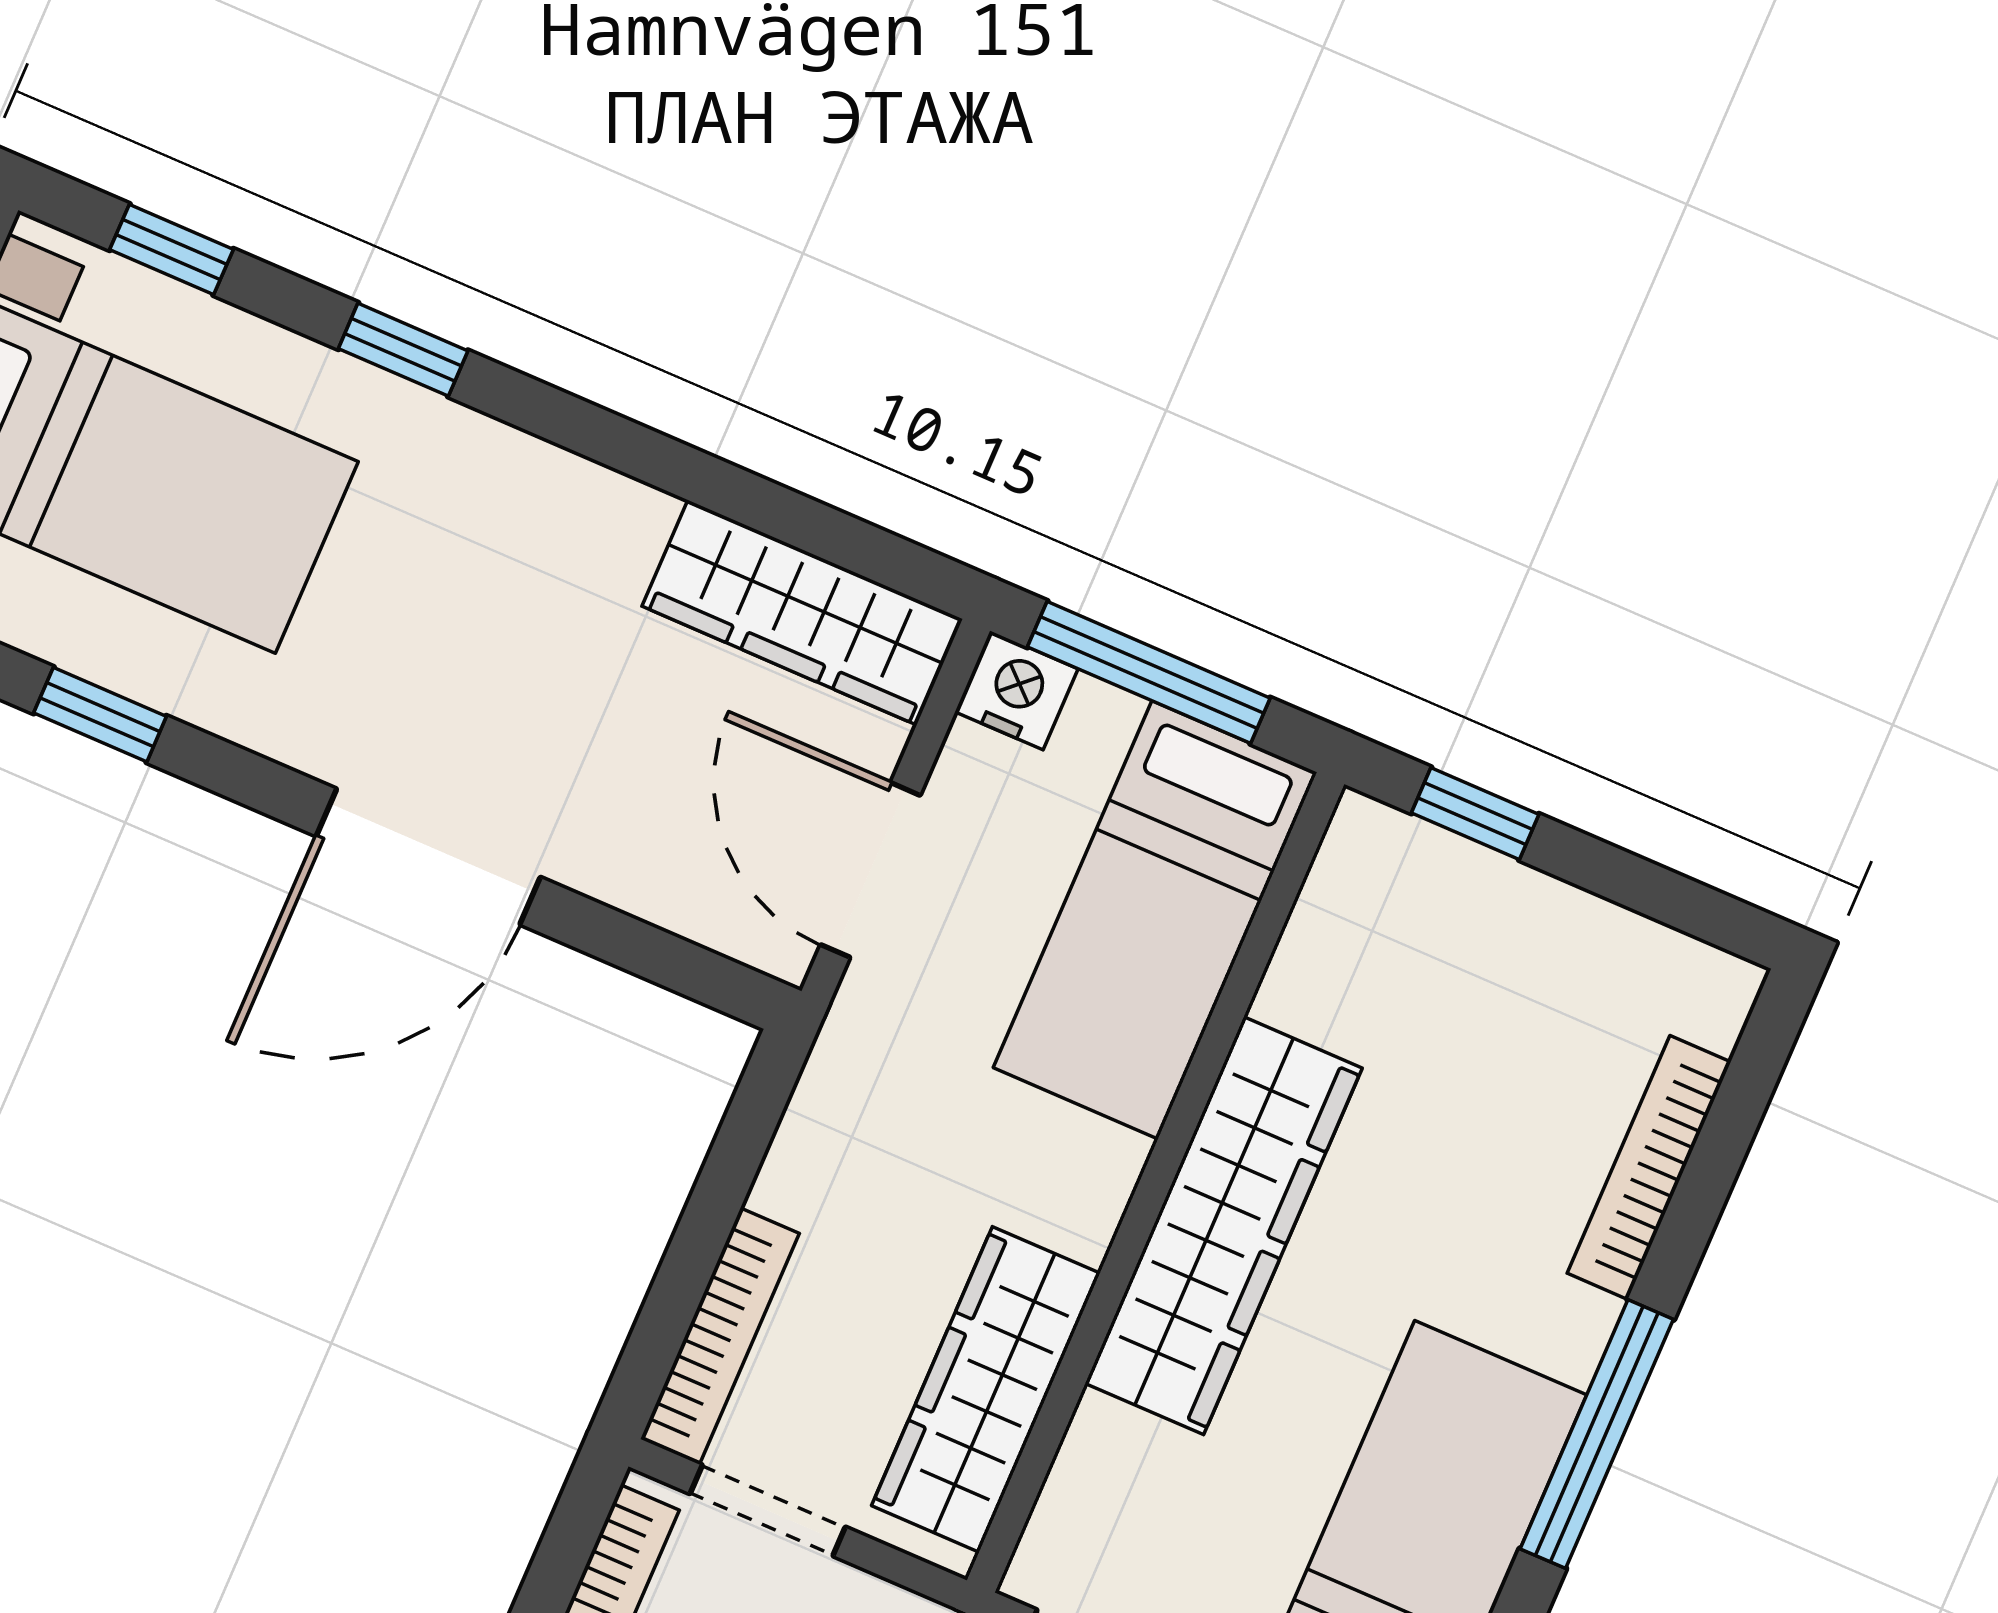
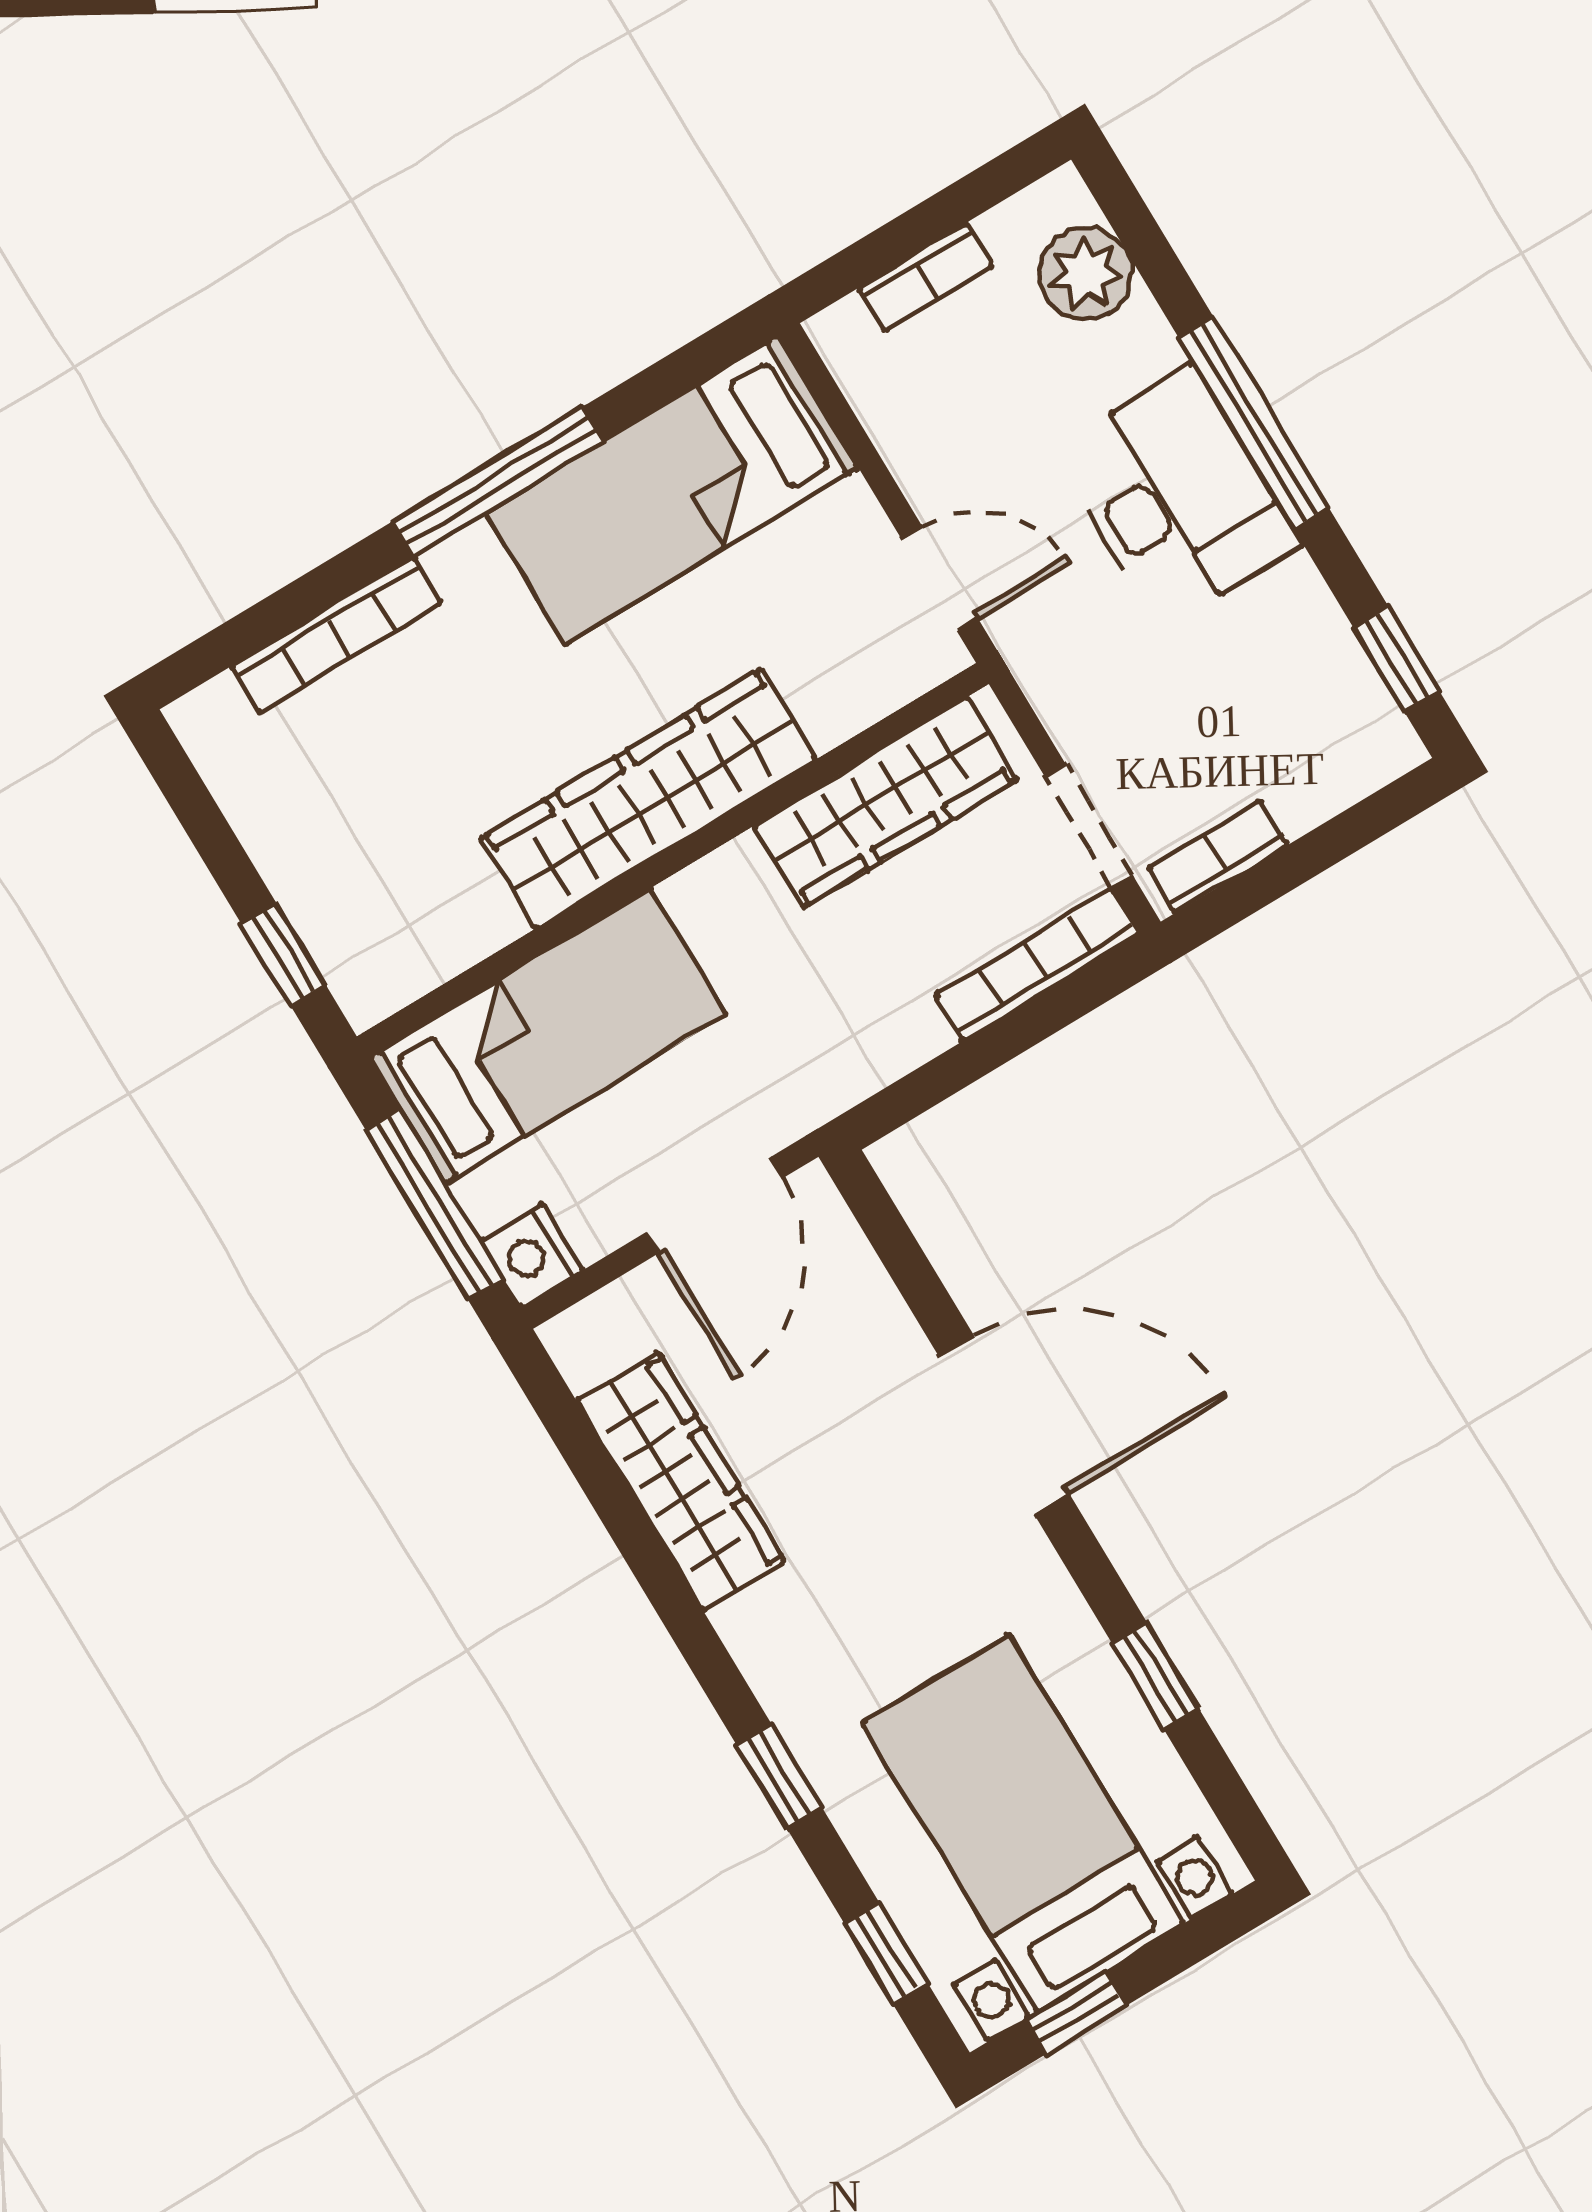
wardrobe: (802, 613) -> (680, 1481), moved

